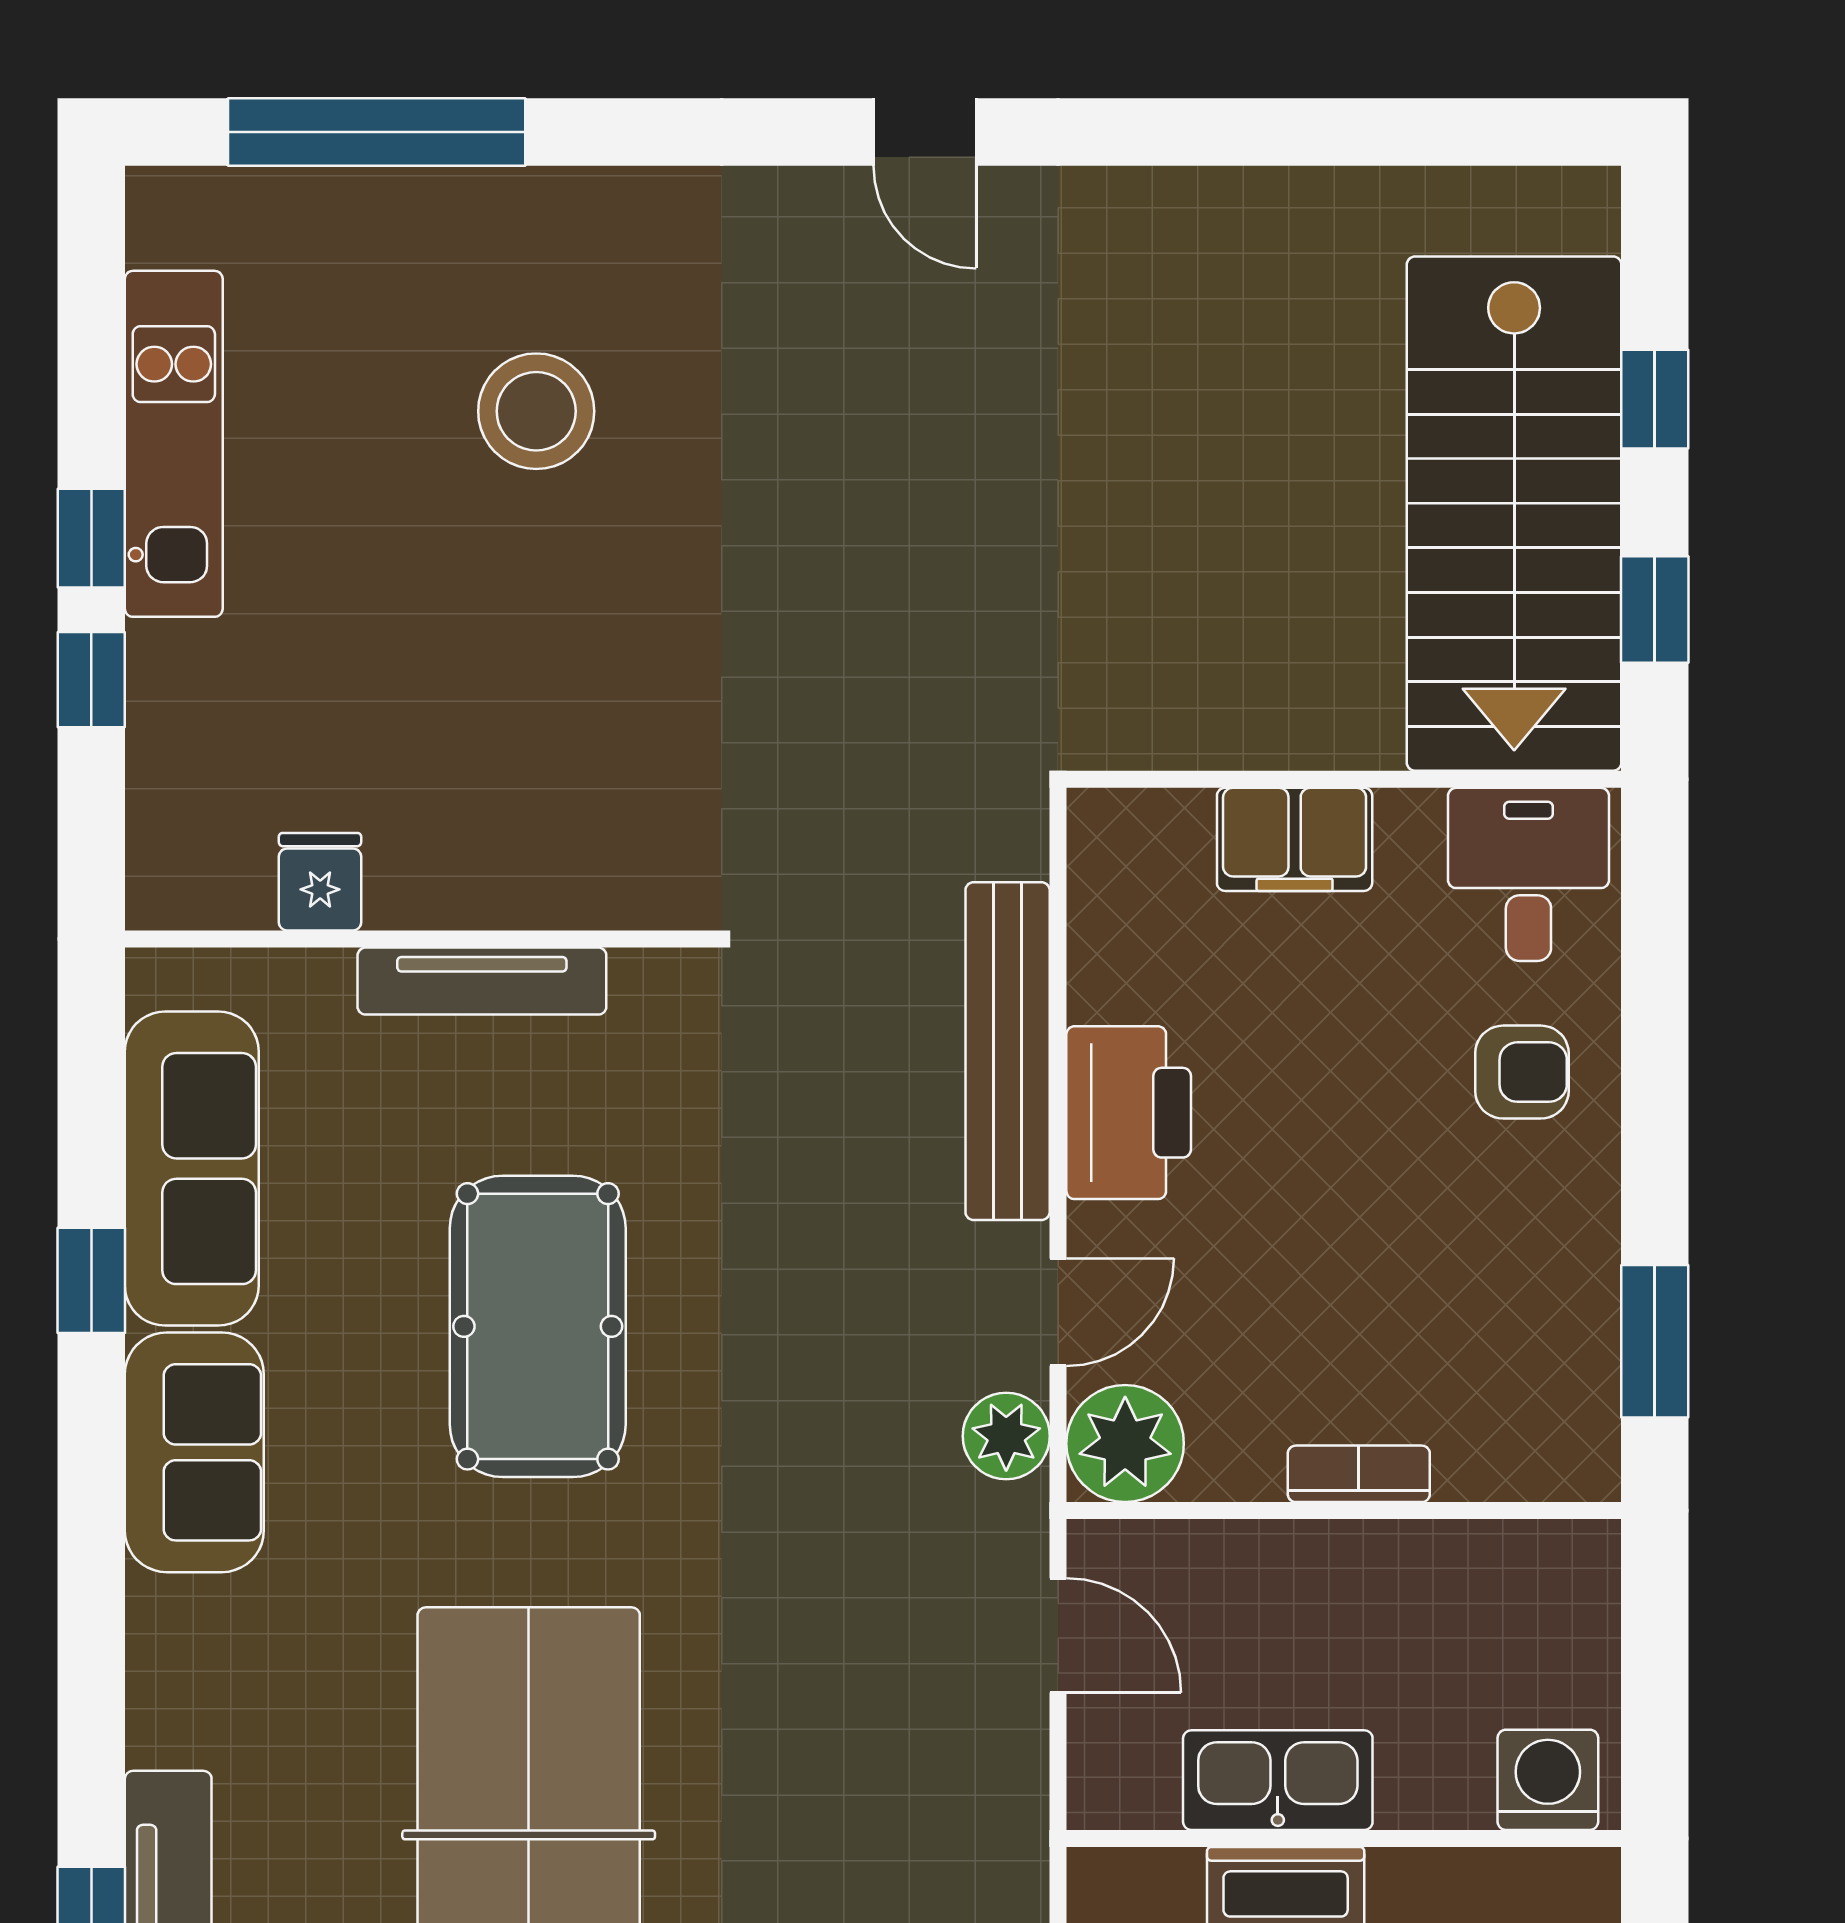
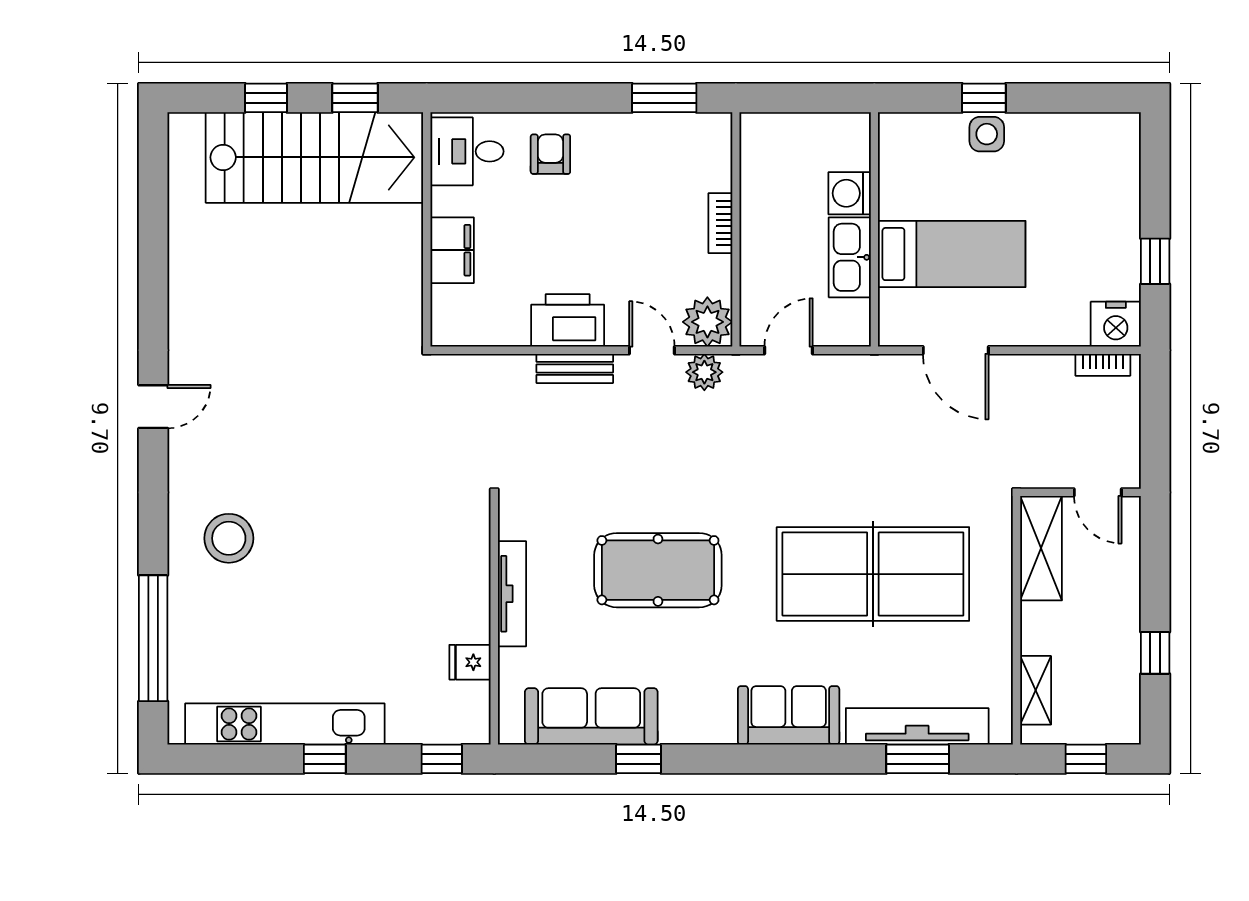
stool: (536, 411) -> (229, 538), moved
kitchen unit: (174, 444) -> (285, 724), width x1.36
window: (91, 680) -> (442, 759), moved
bench: (1008, 1051) -> (575, 368), width x0.54, depth x0.82
sofa: (194, 1452) -> (789, 715), moved
washing machine: (1548, 1780) -> (850, 193), moved

